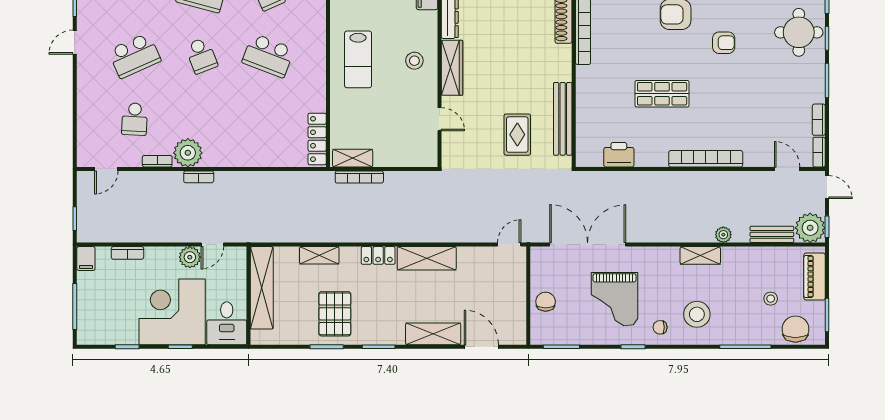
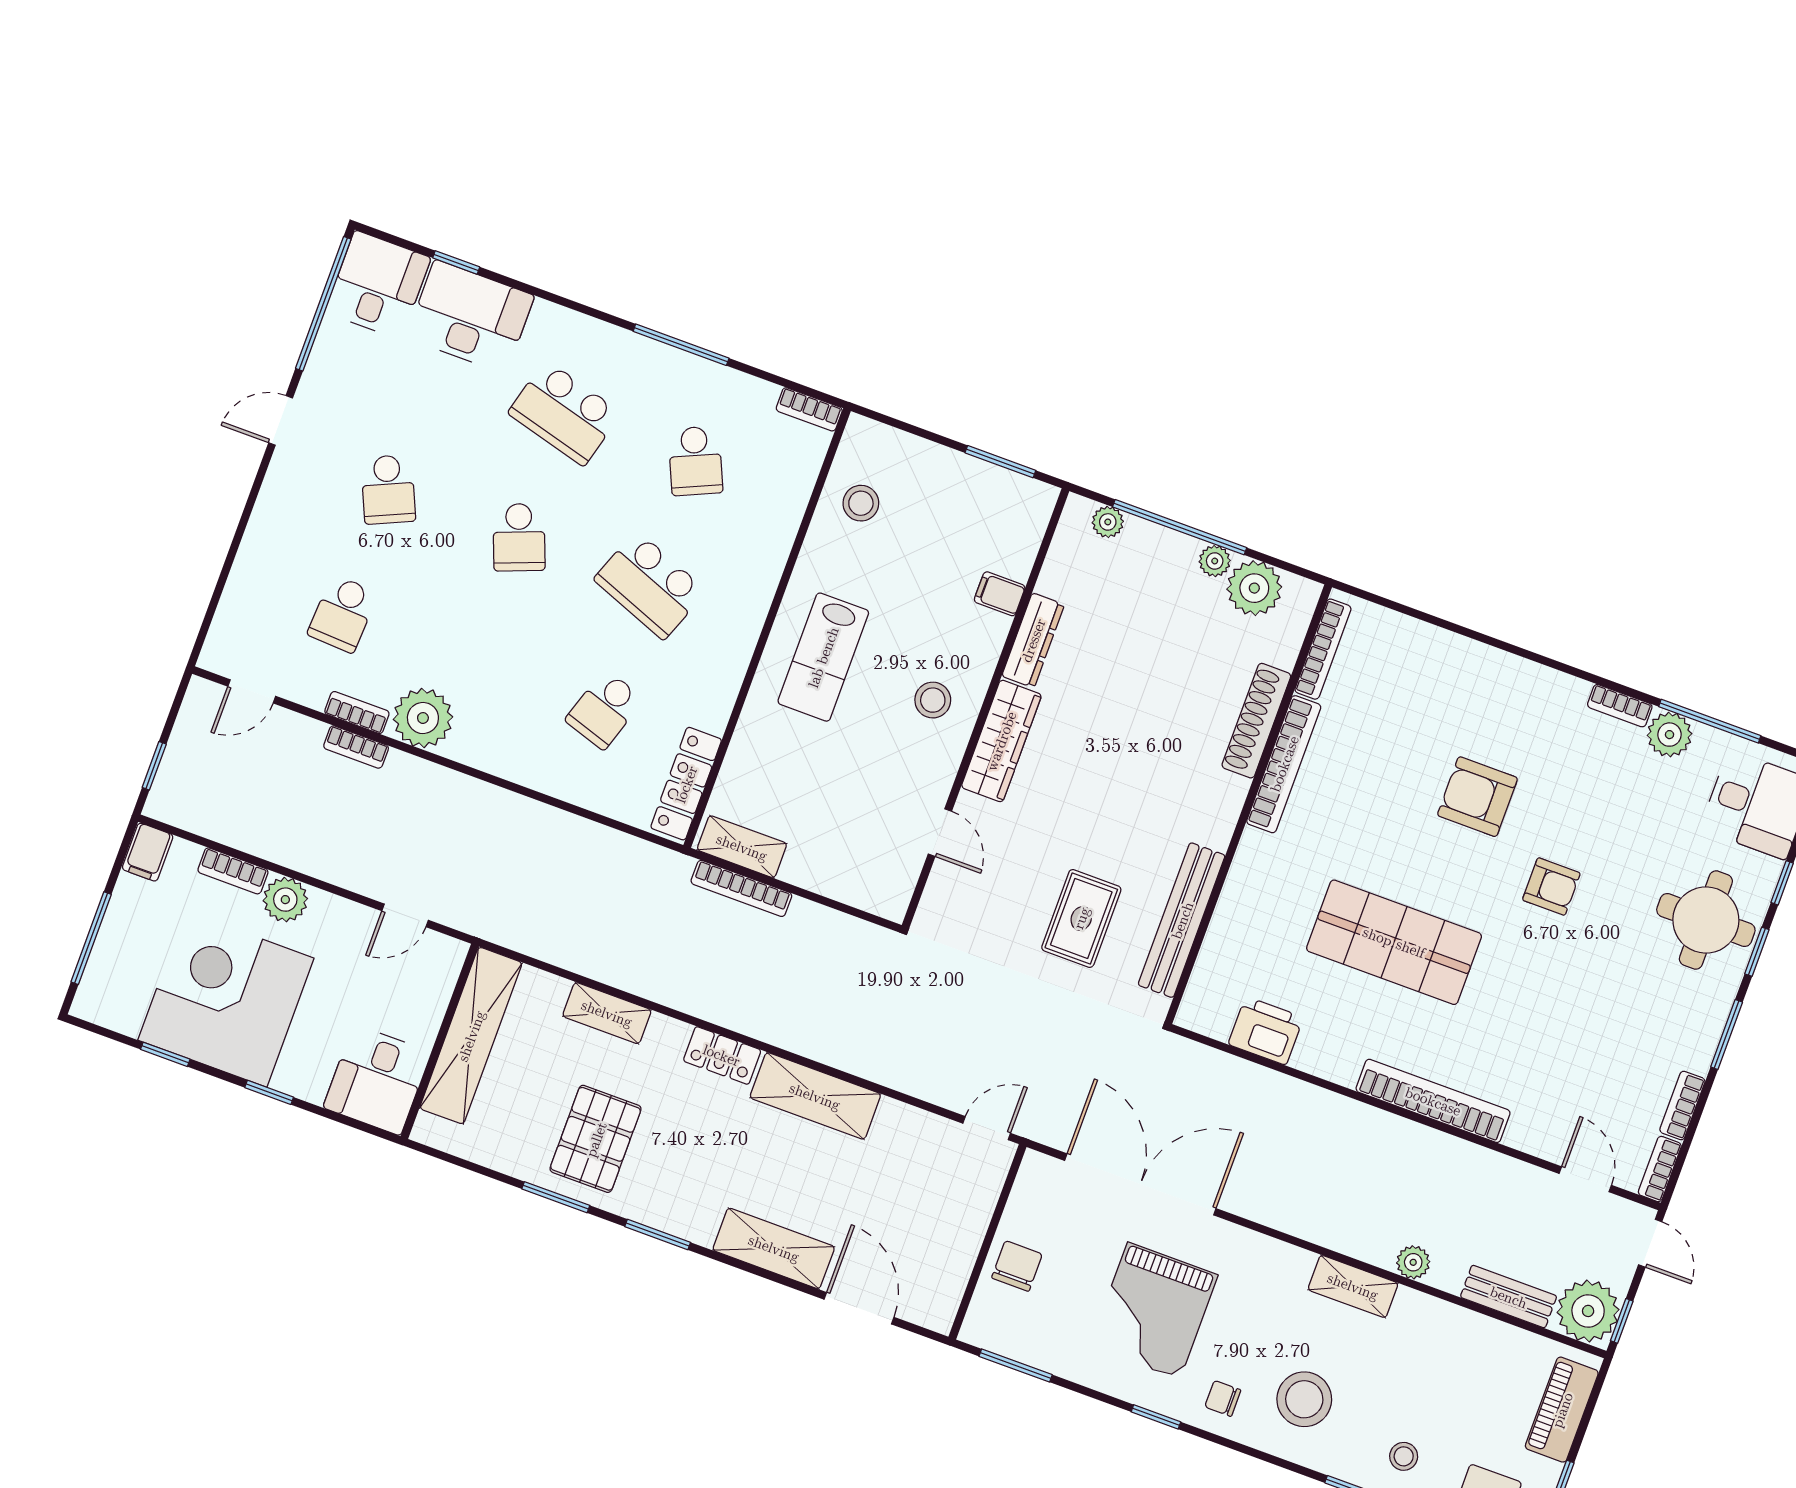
school desk: (135, 56) -> (388, 489), width x0.54
shop shelf: (662, 94) -> (1394, 942), width x1.43, depth x1.36
school desk: (268, 119) -> (604, 710), added
bookcase: (199, 177) -> (356, 747), moved
plant: (190, 257) -> (285, 900), moved
stool: (771, 299) -> (1404, 1456), moved
corner desk: (172, 312) -> (226, 999), moved

